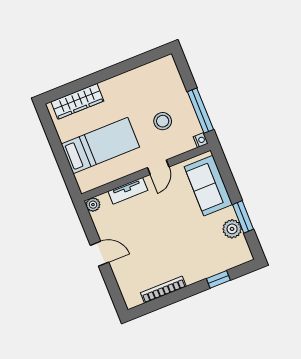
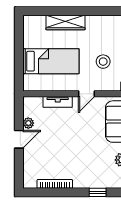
wardrobe: (77, 101) -> (65, 22), moved
plant: (93, 205) -> (28, 123), moved
door: (99, 254) -> (19, 139), hinge flipped

